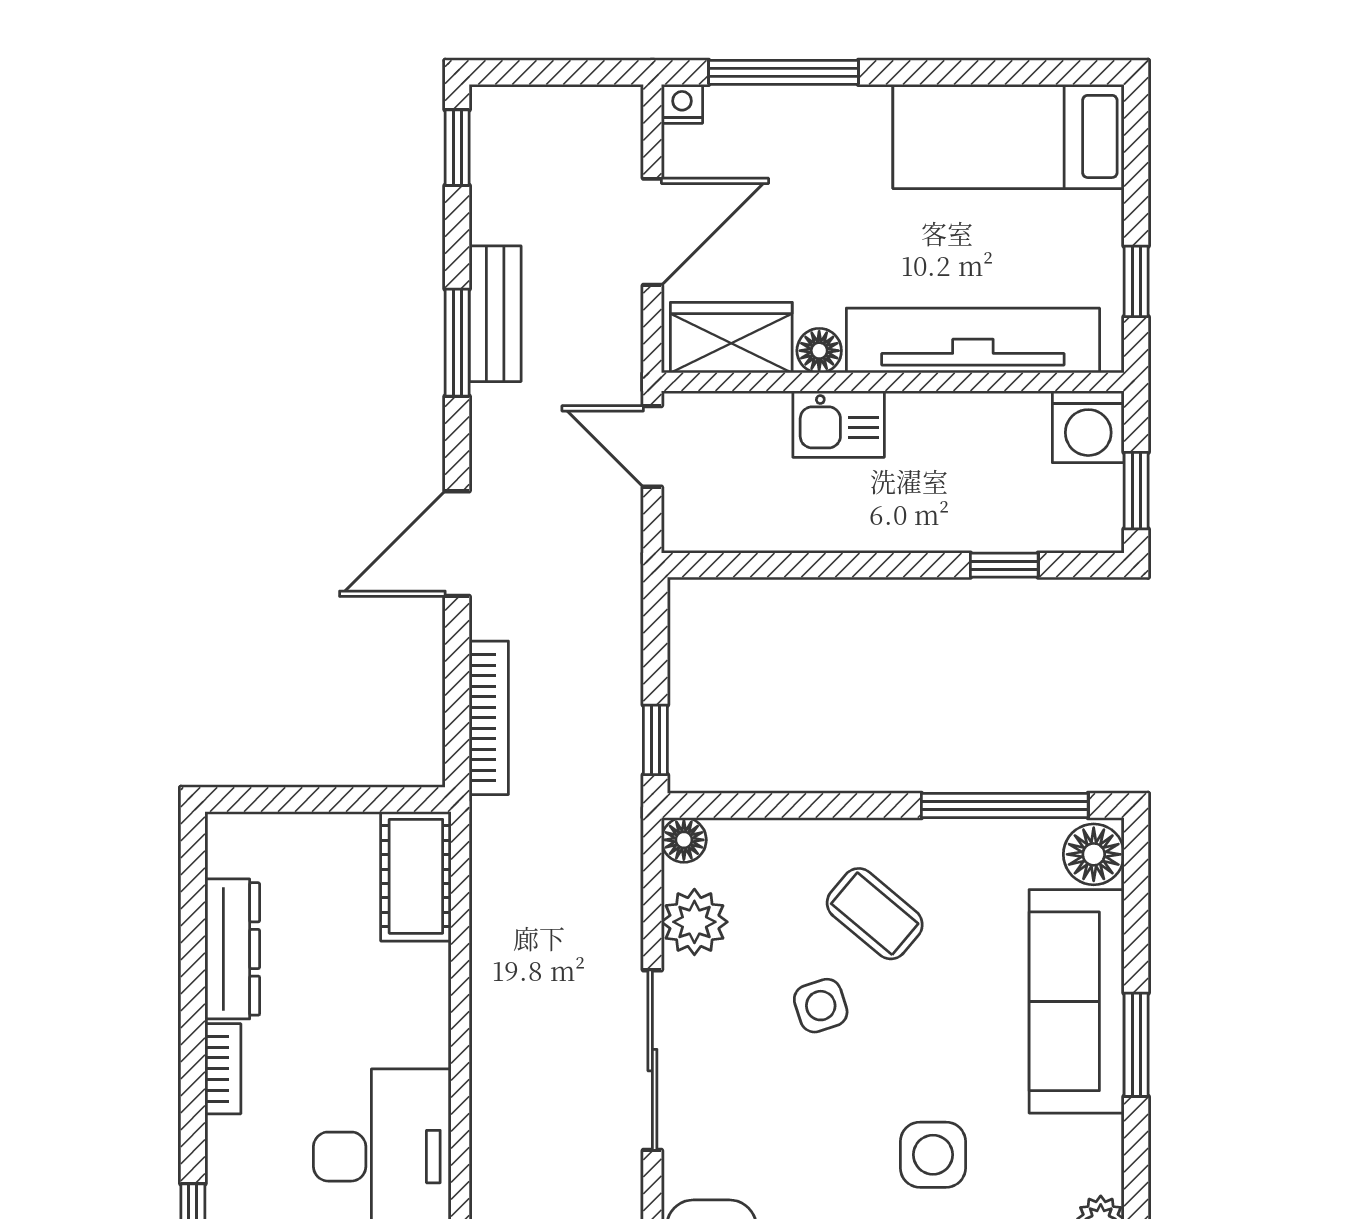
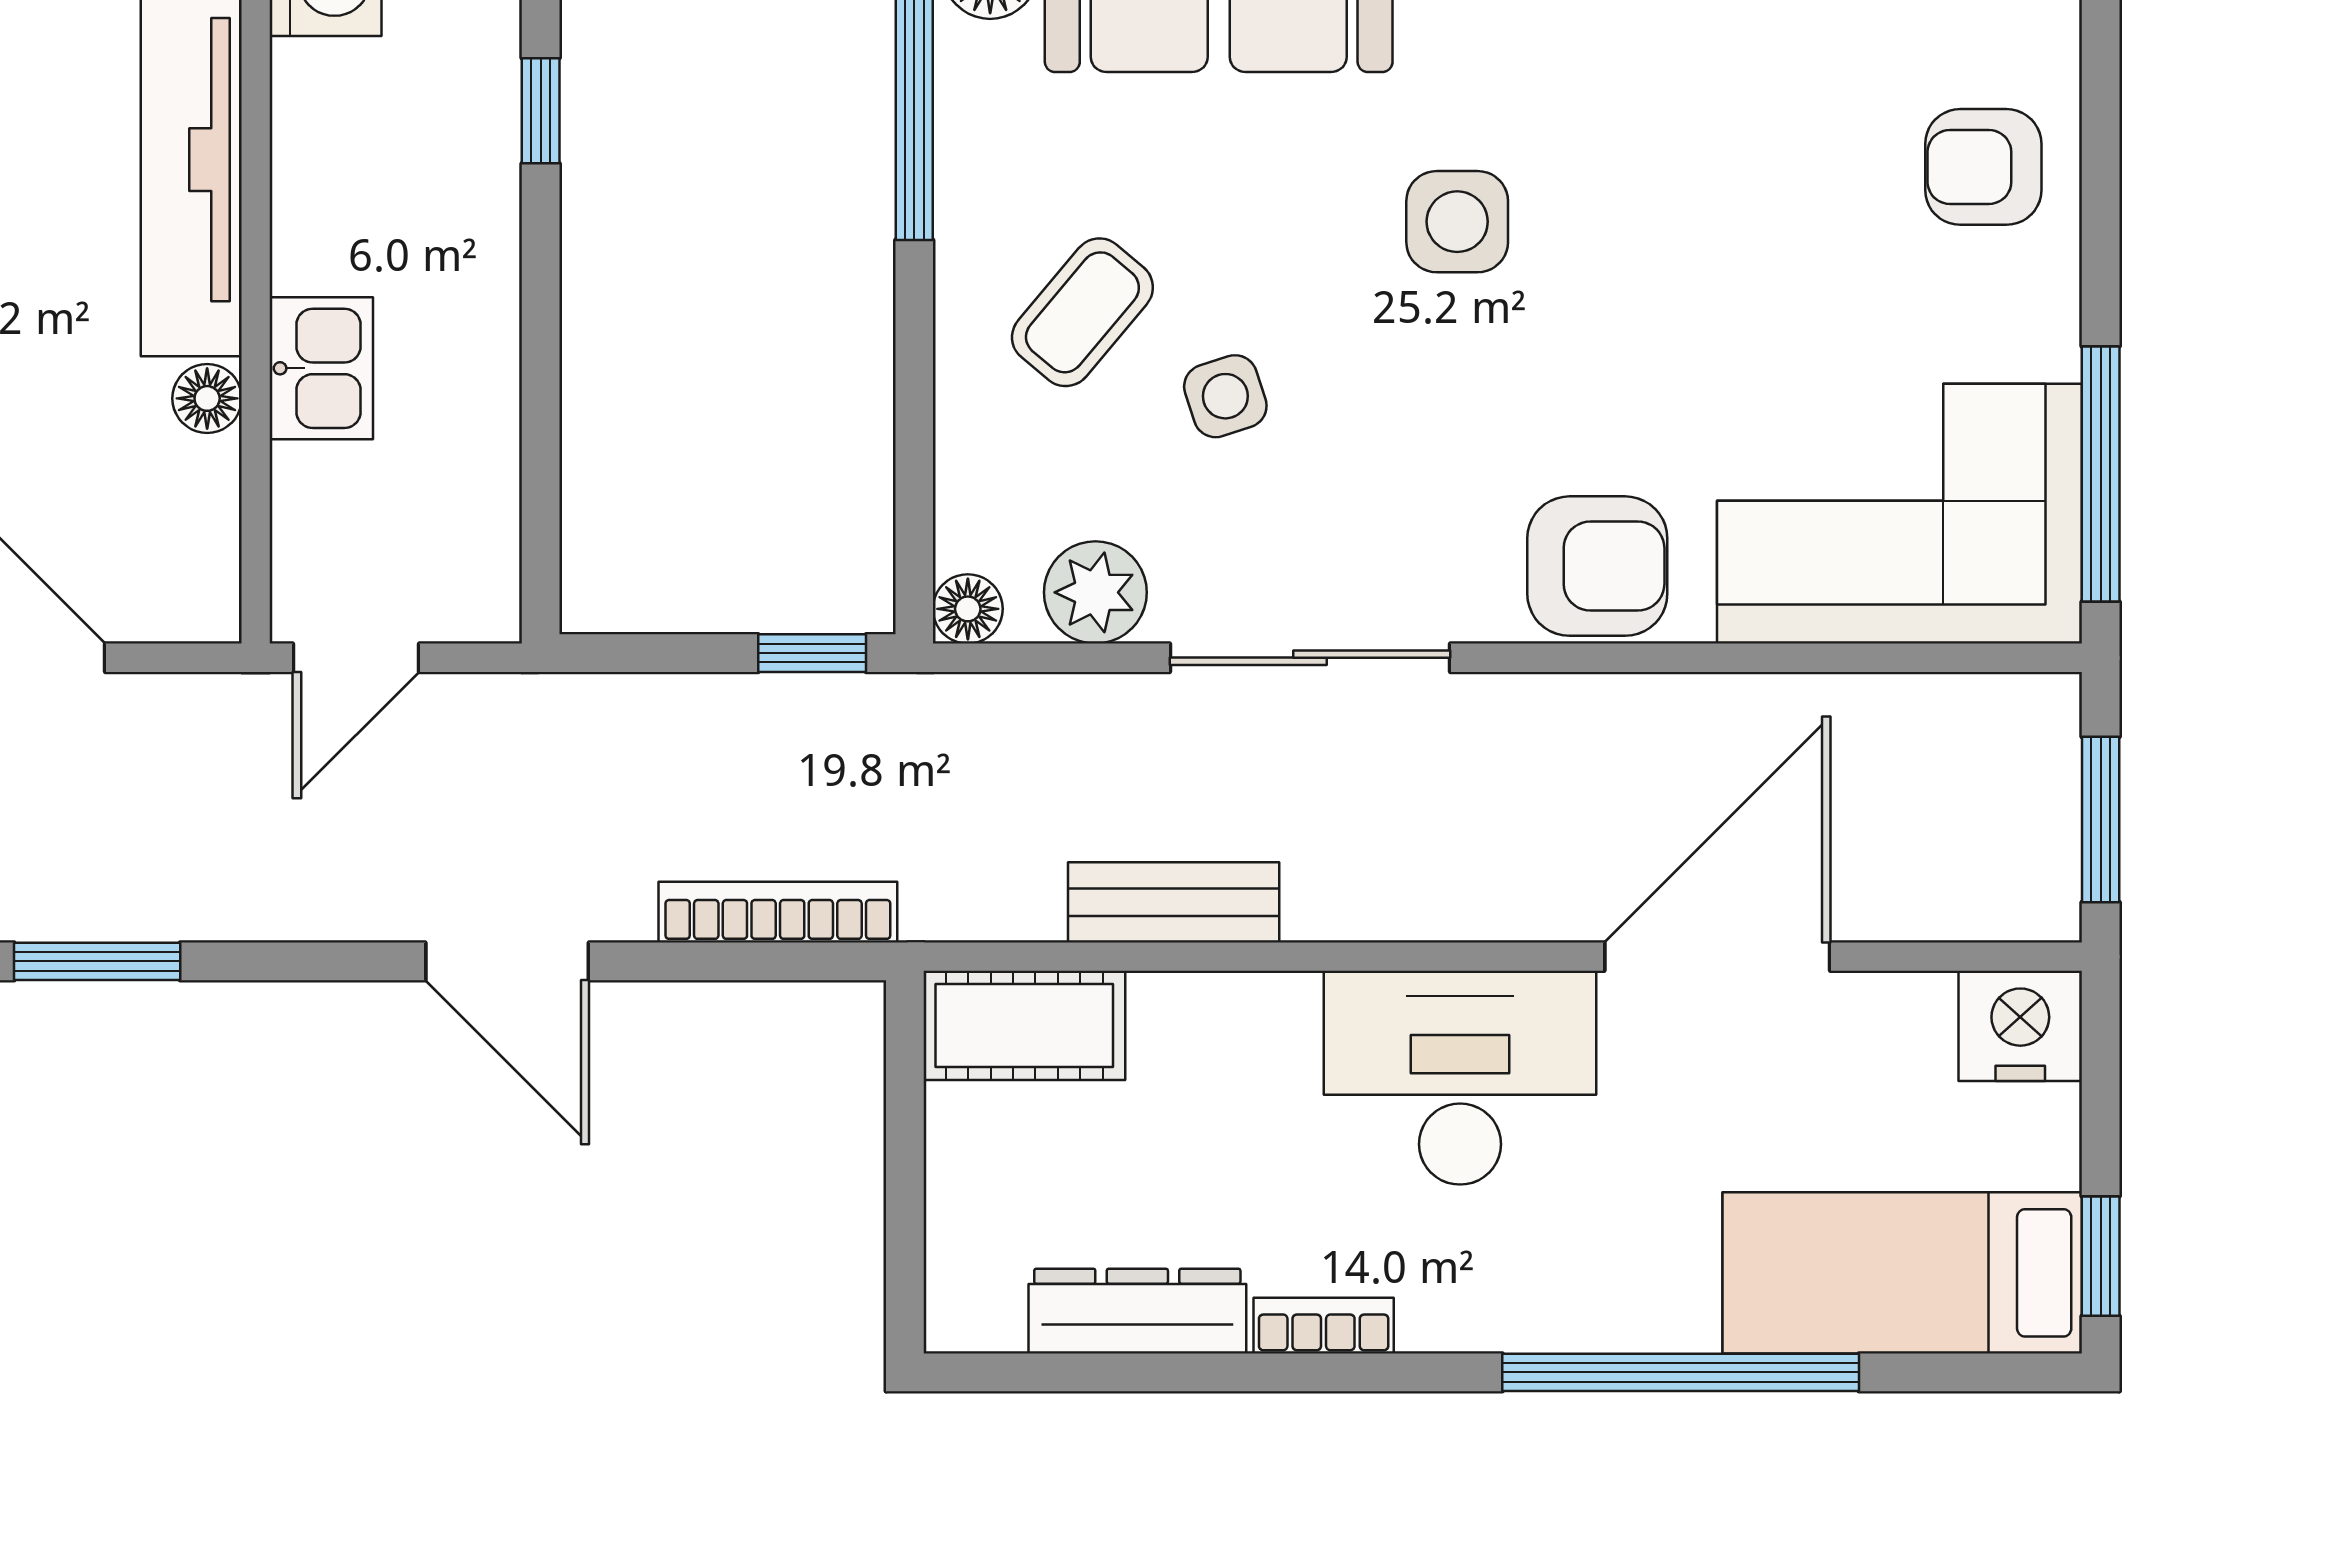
bench: (495, 314) -> (1174, 902), moved
wardrobe: (731, 338) -> (187, 535), removed
window: (457, 343) -> (97, 961), moved

